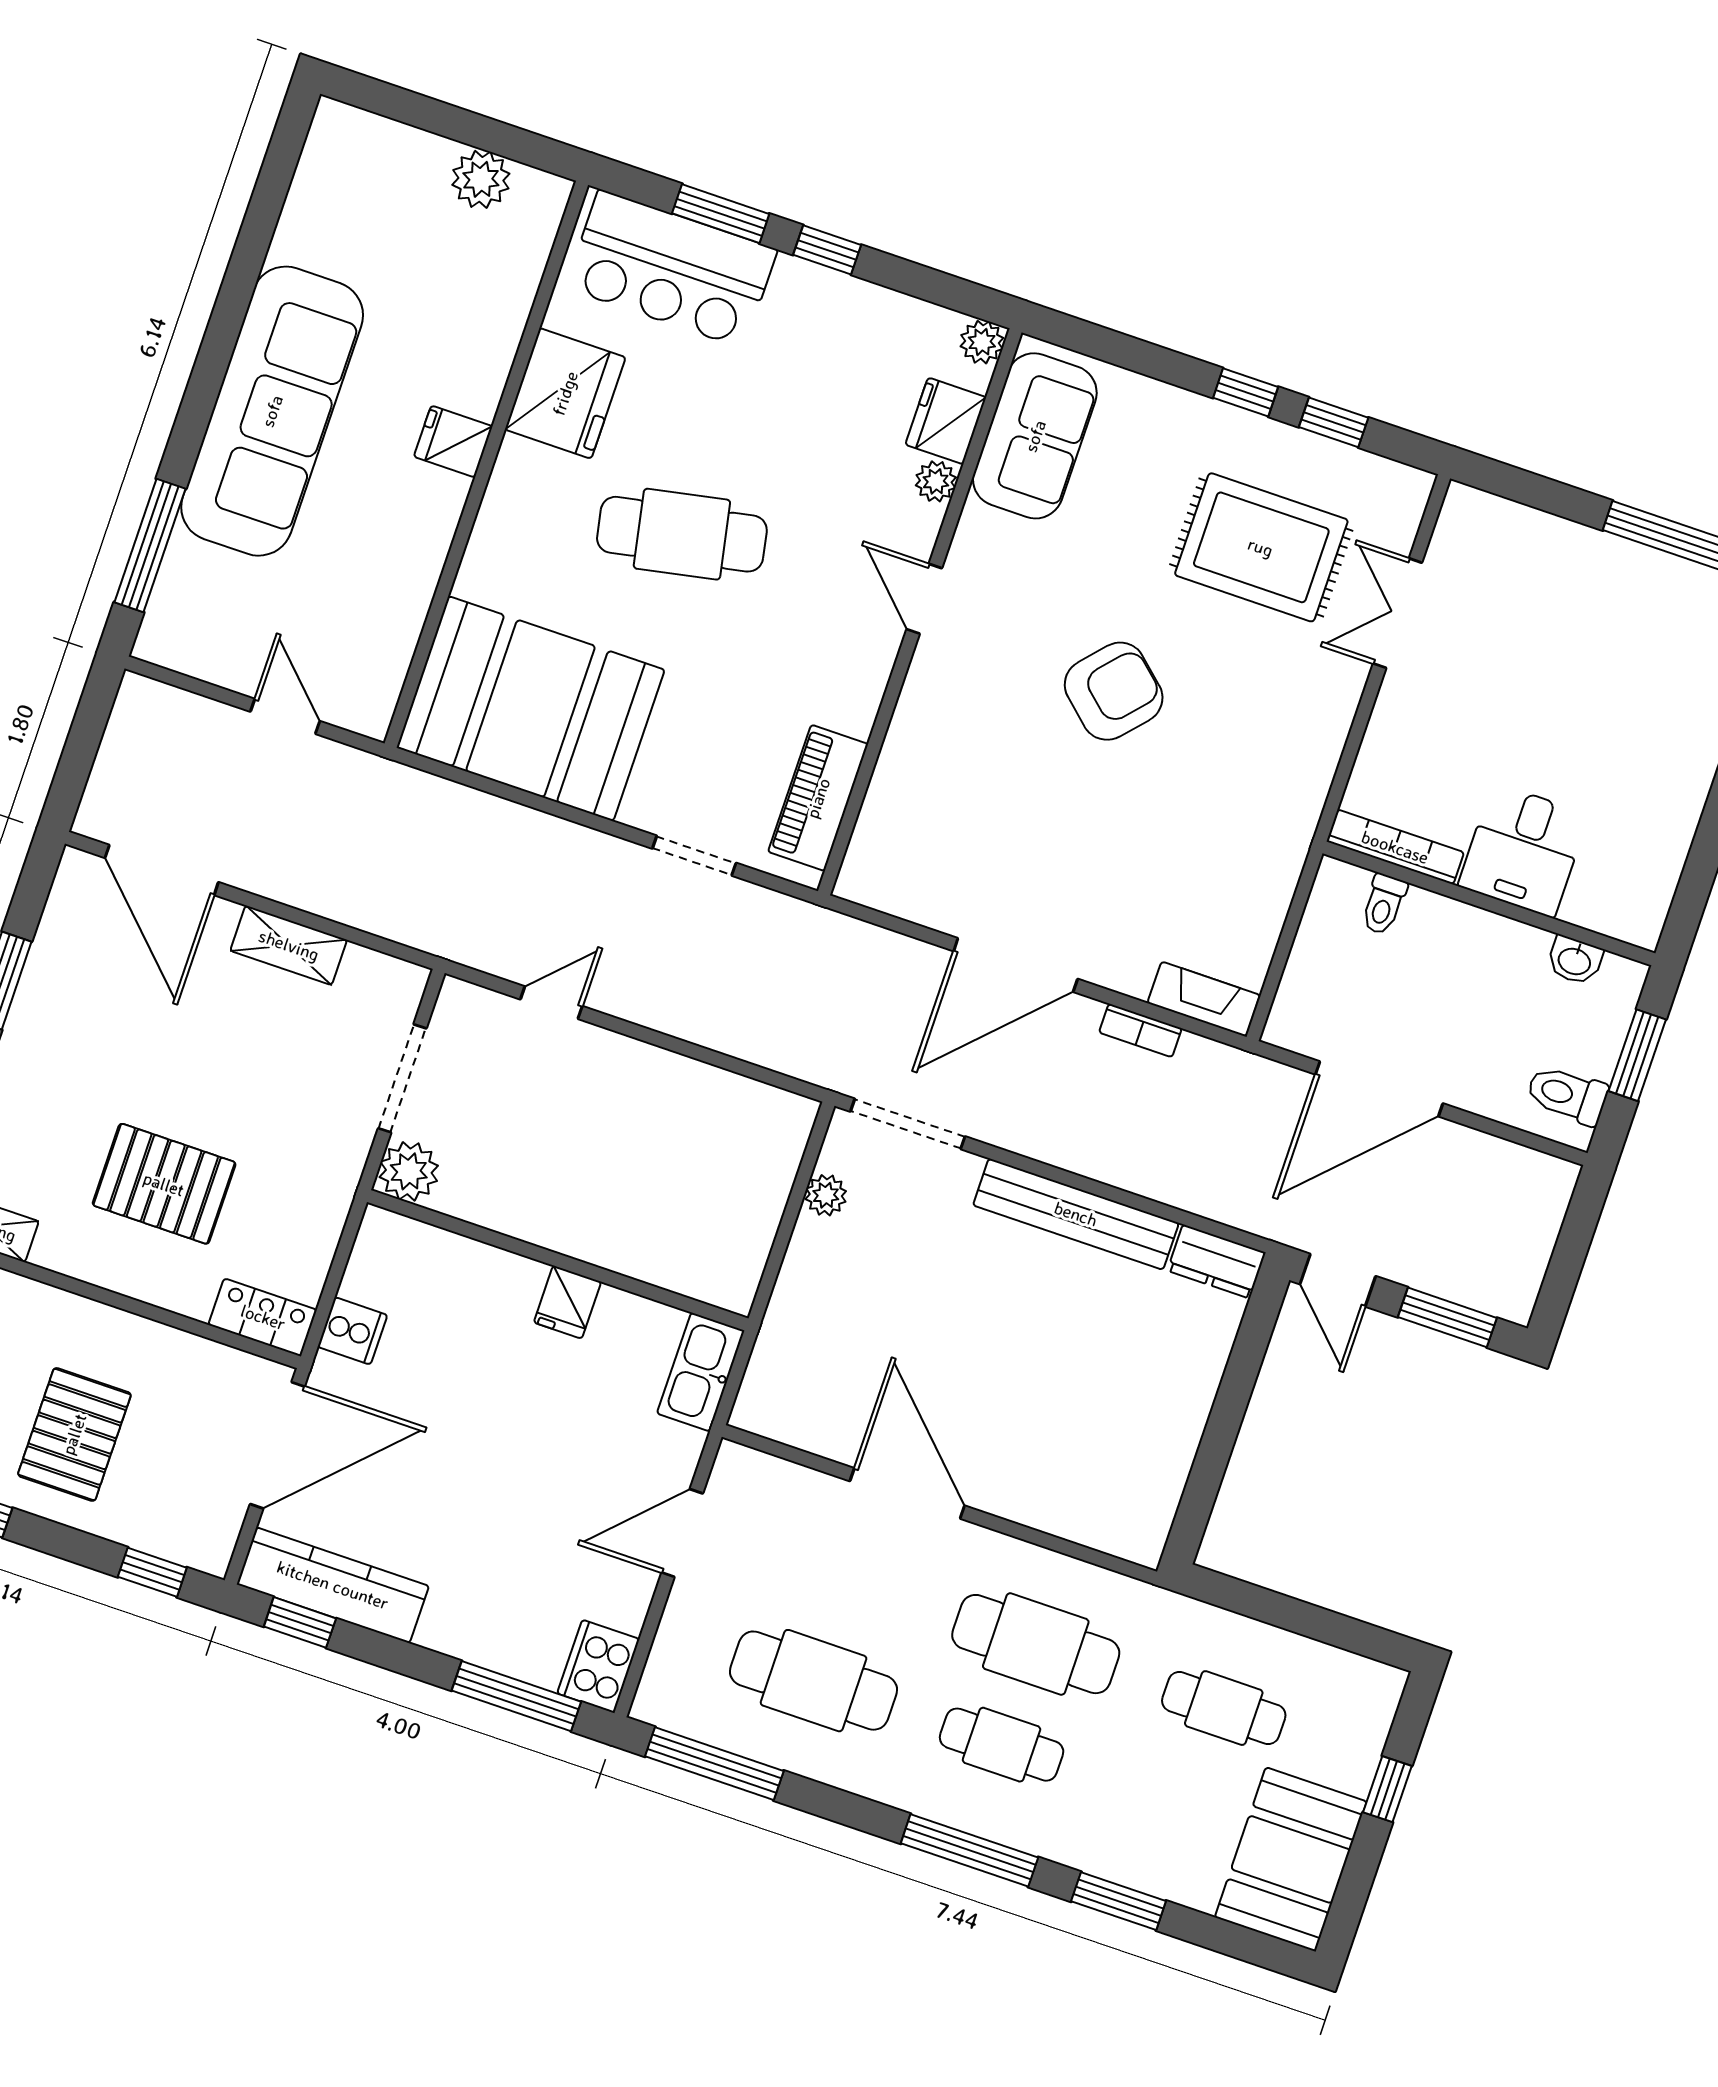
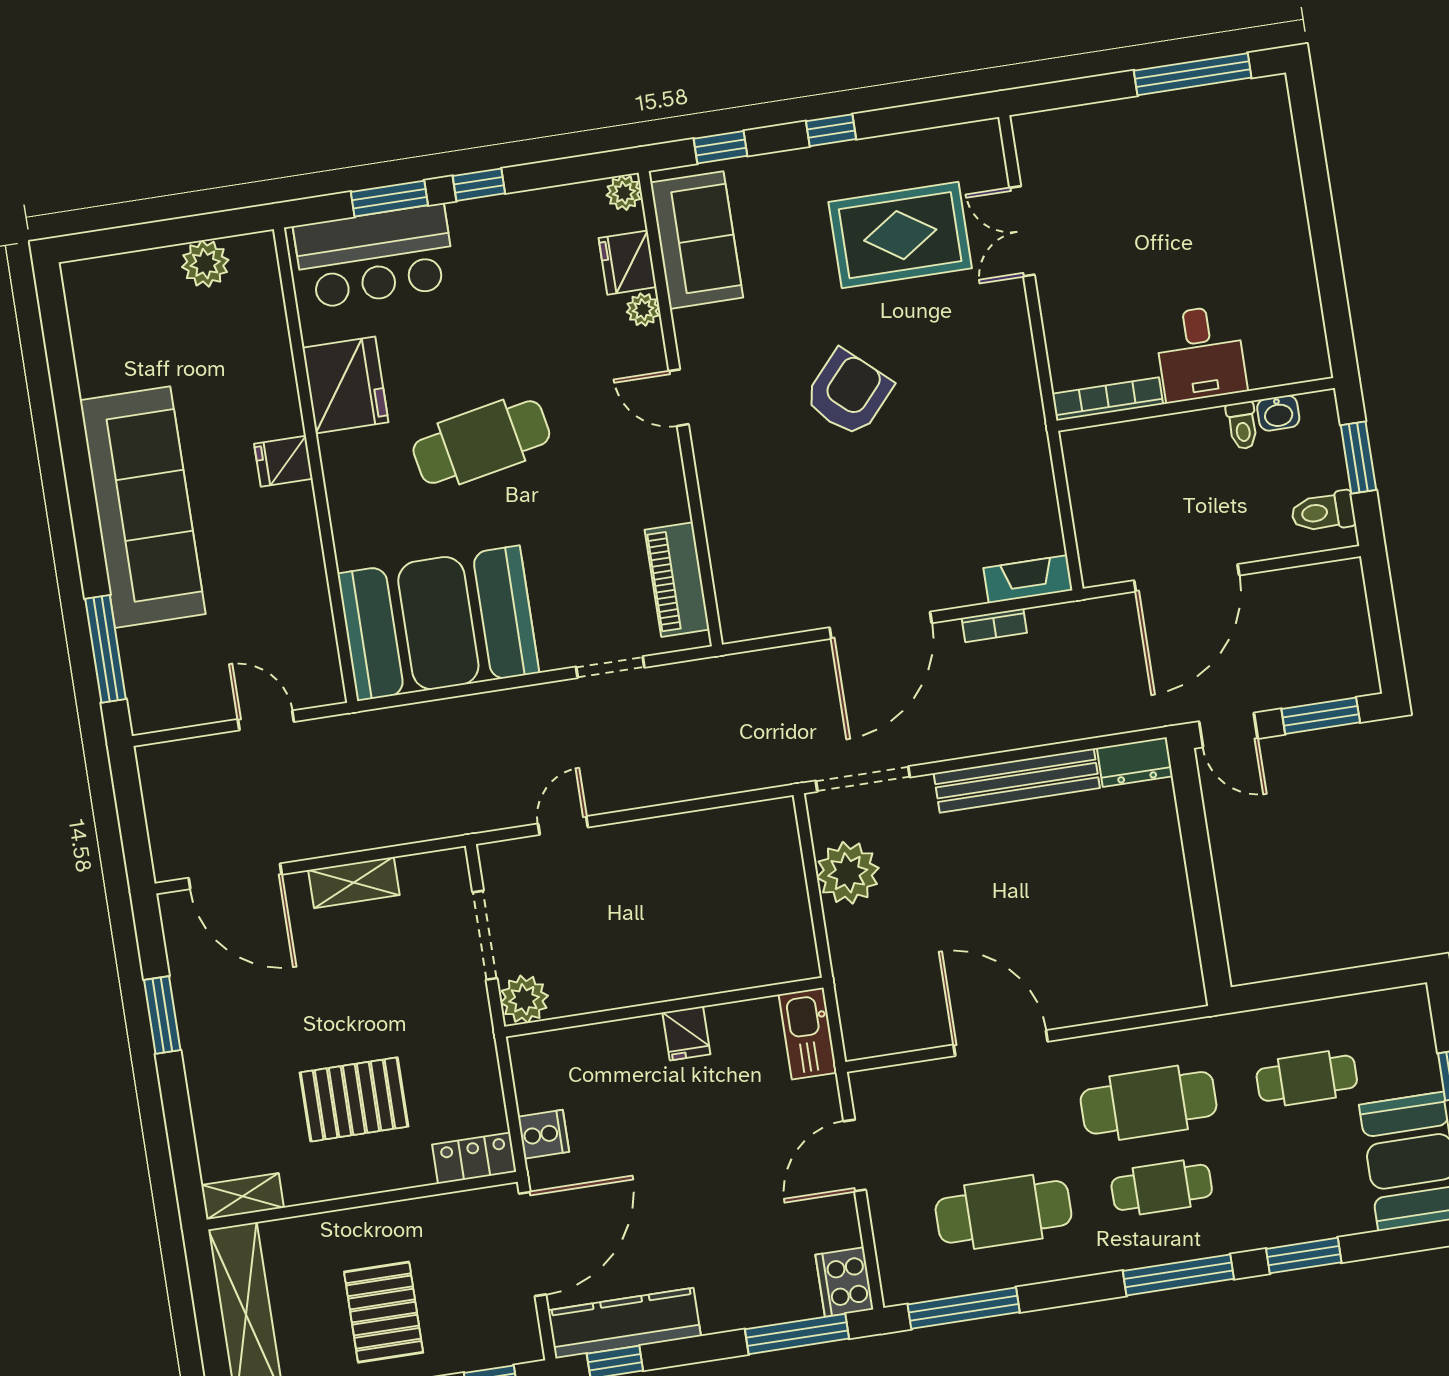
window: (1334, 422) -> (720, 147), moved
toilet: (1384, 904) -> (1242, 426), moved
plant: (826, 1195) -> (848, 873), width x1.87, depth x1.87

